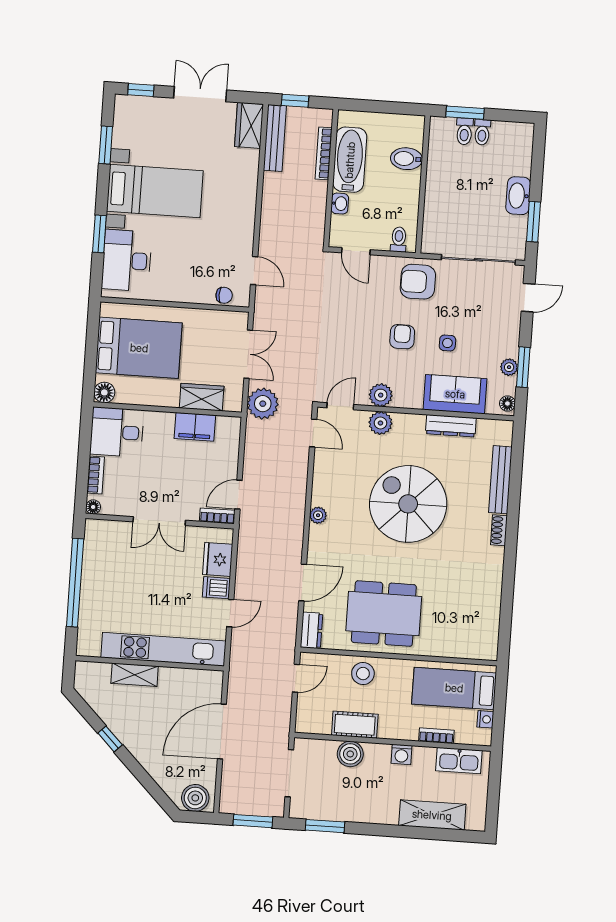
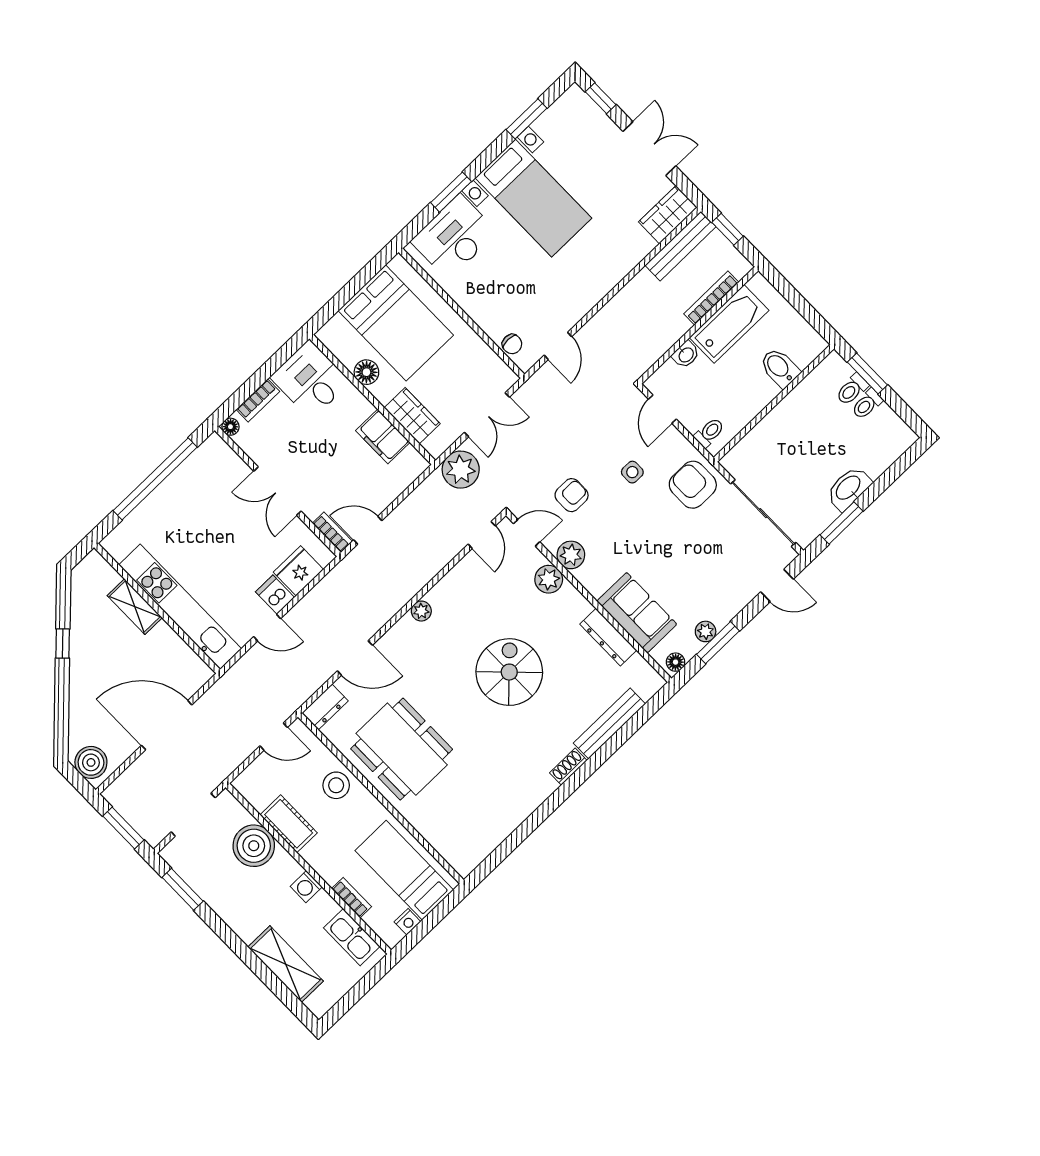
armchair: (402, 337) -> (572, 495), moved
side table: (447, 343) -> (632, 472), moved
floor lamp: (104, 392) -> (366, 372), moved
spiral stairs: (408, 504) -> (509, 672), width x0.73, depth x0.73
boiler: (350, 754) -> (254, 846), width x1.37, depth x1.37

